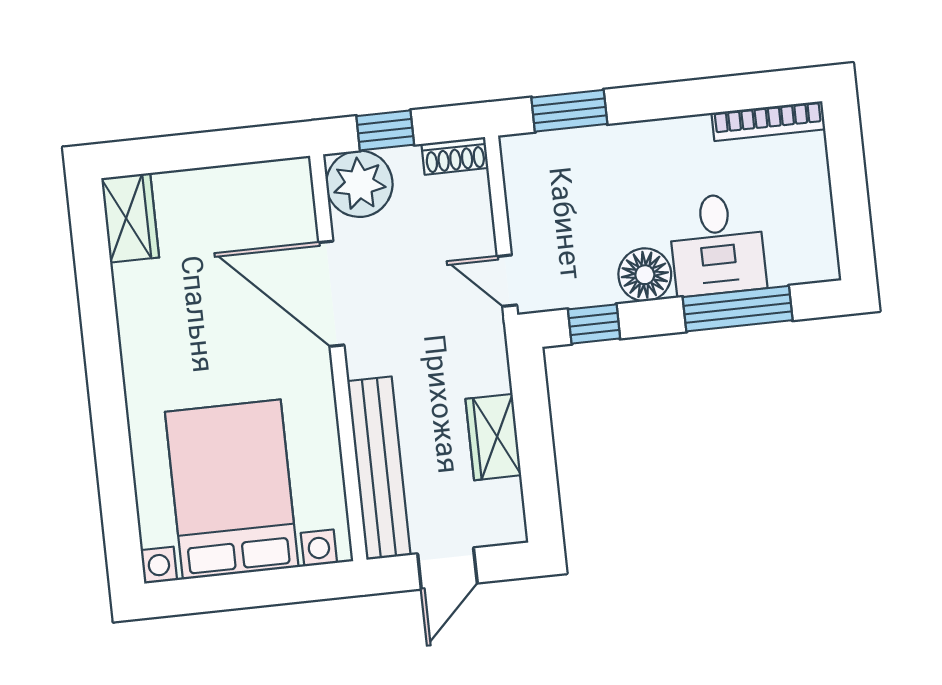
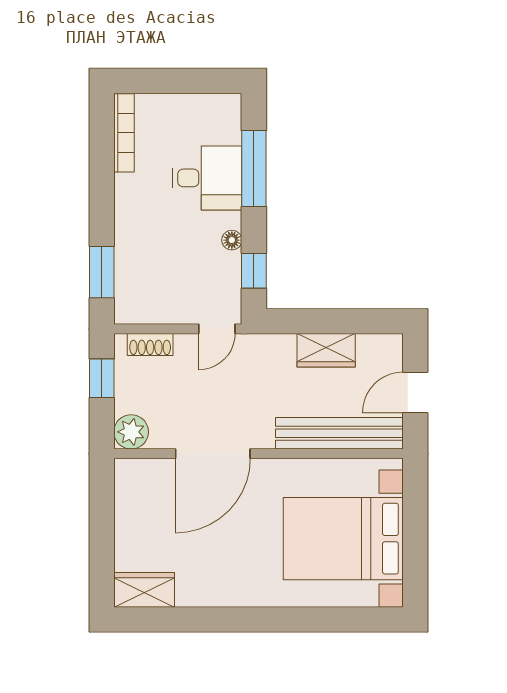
window: (385, 130) -> (102, 378), moved
shoe rack: (455, 156) -> (150, 344), moved, turned 90
plant: (359, 184) -> (131, 432), width x0.73, depth x0.73
floor lamp: (645, 275) -> (232, 240), width x0.53, depth x0.53
door: (447, 568) -> (415, 393), swing flipped

